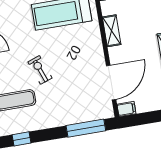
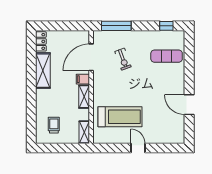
exercise bike: (40, 70) -> (123, 59), moved
filing cabinet: (126, 109) -> (83, 79), moved

